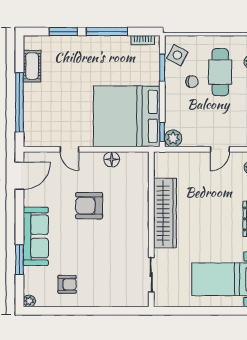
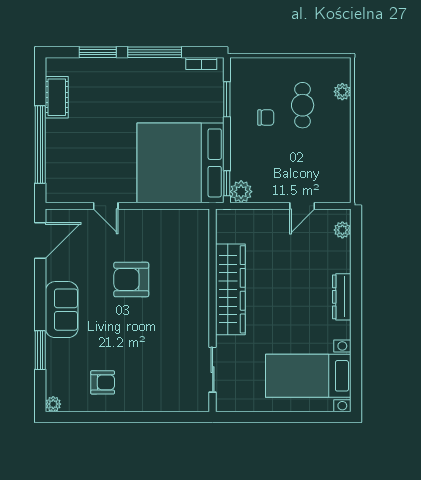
side table: (177, 55) -> (247, 83), removed
cafe table: (220, 72) -> (303, 105), width x0.73, depth x0.74
floor lamp: (112, 159) -> (161, 219), removed
sofa: (36, 236) -> (62, 310), width x0.73

